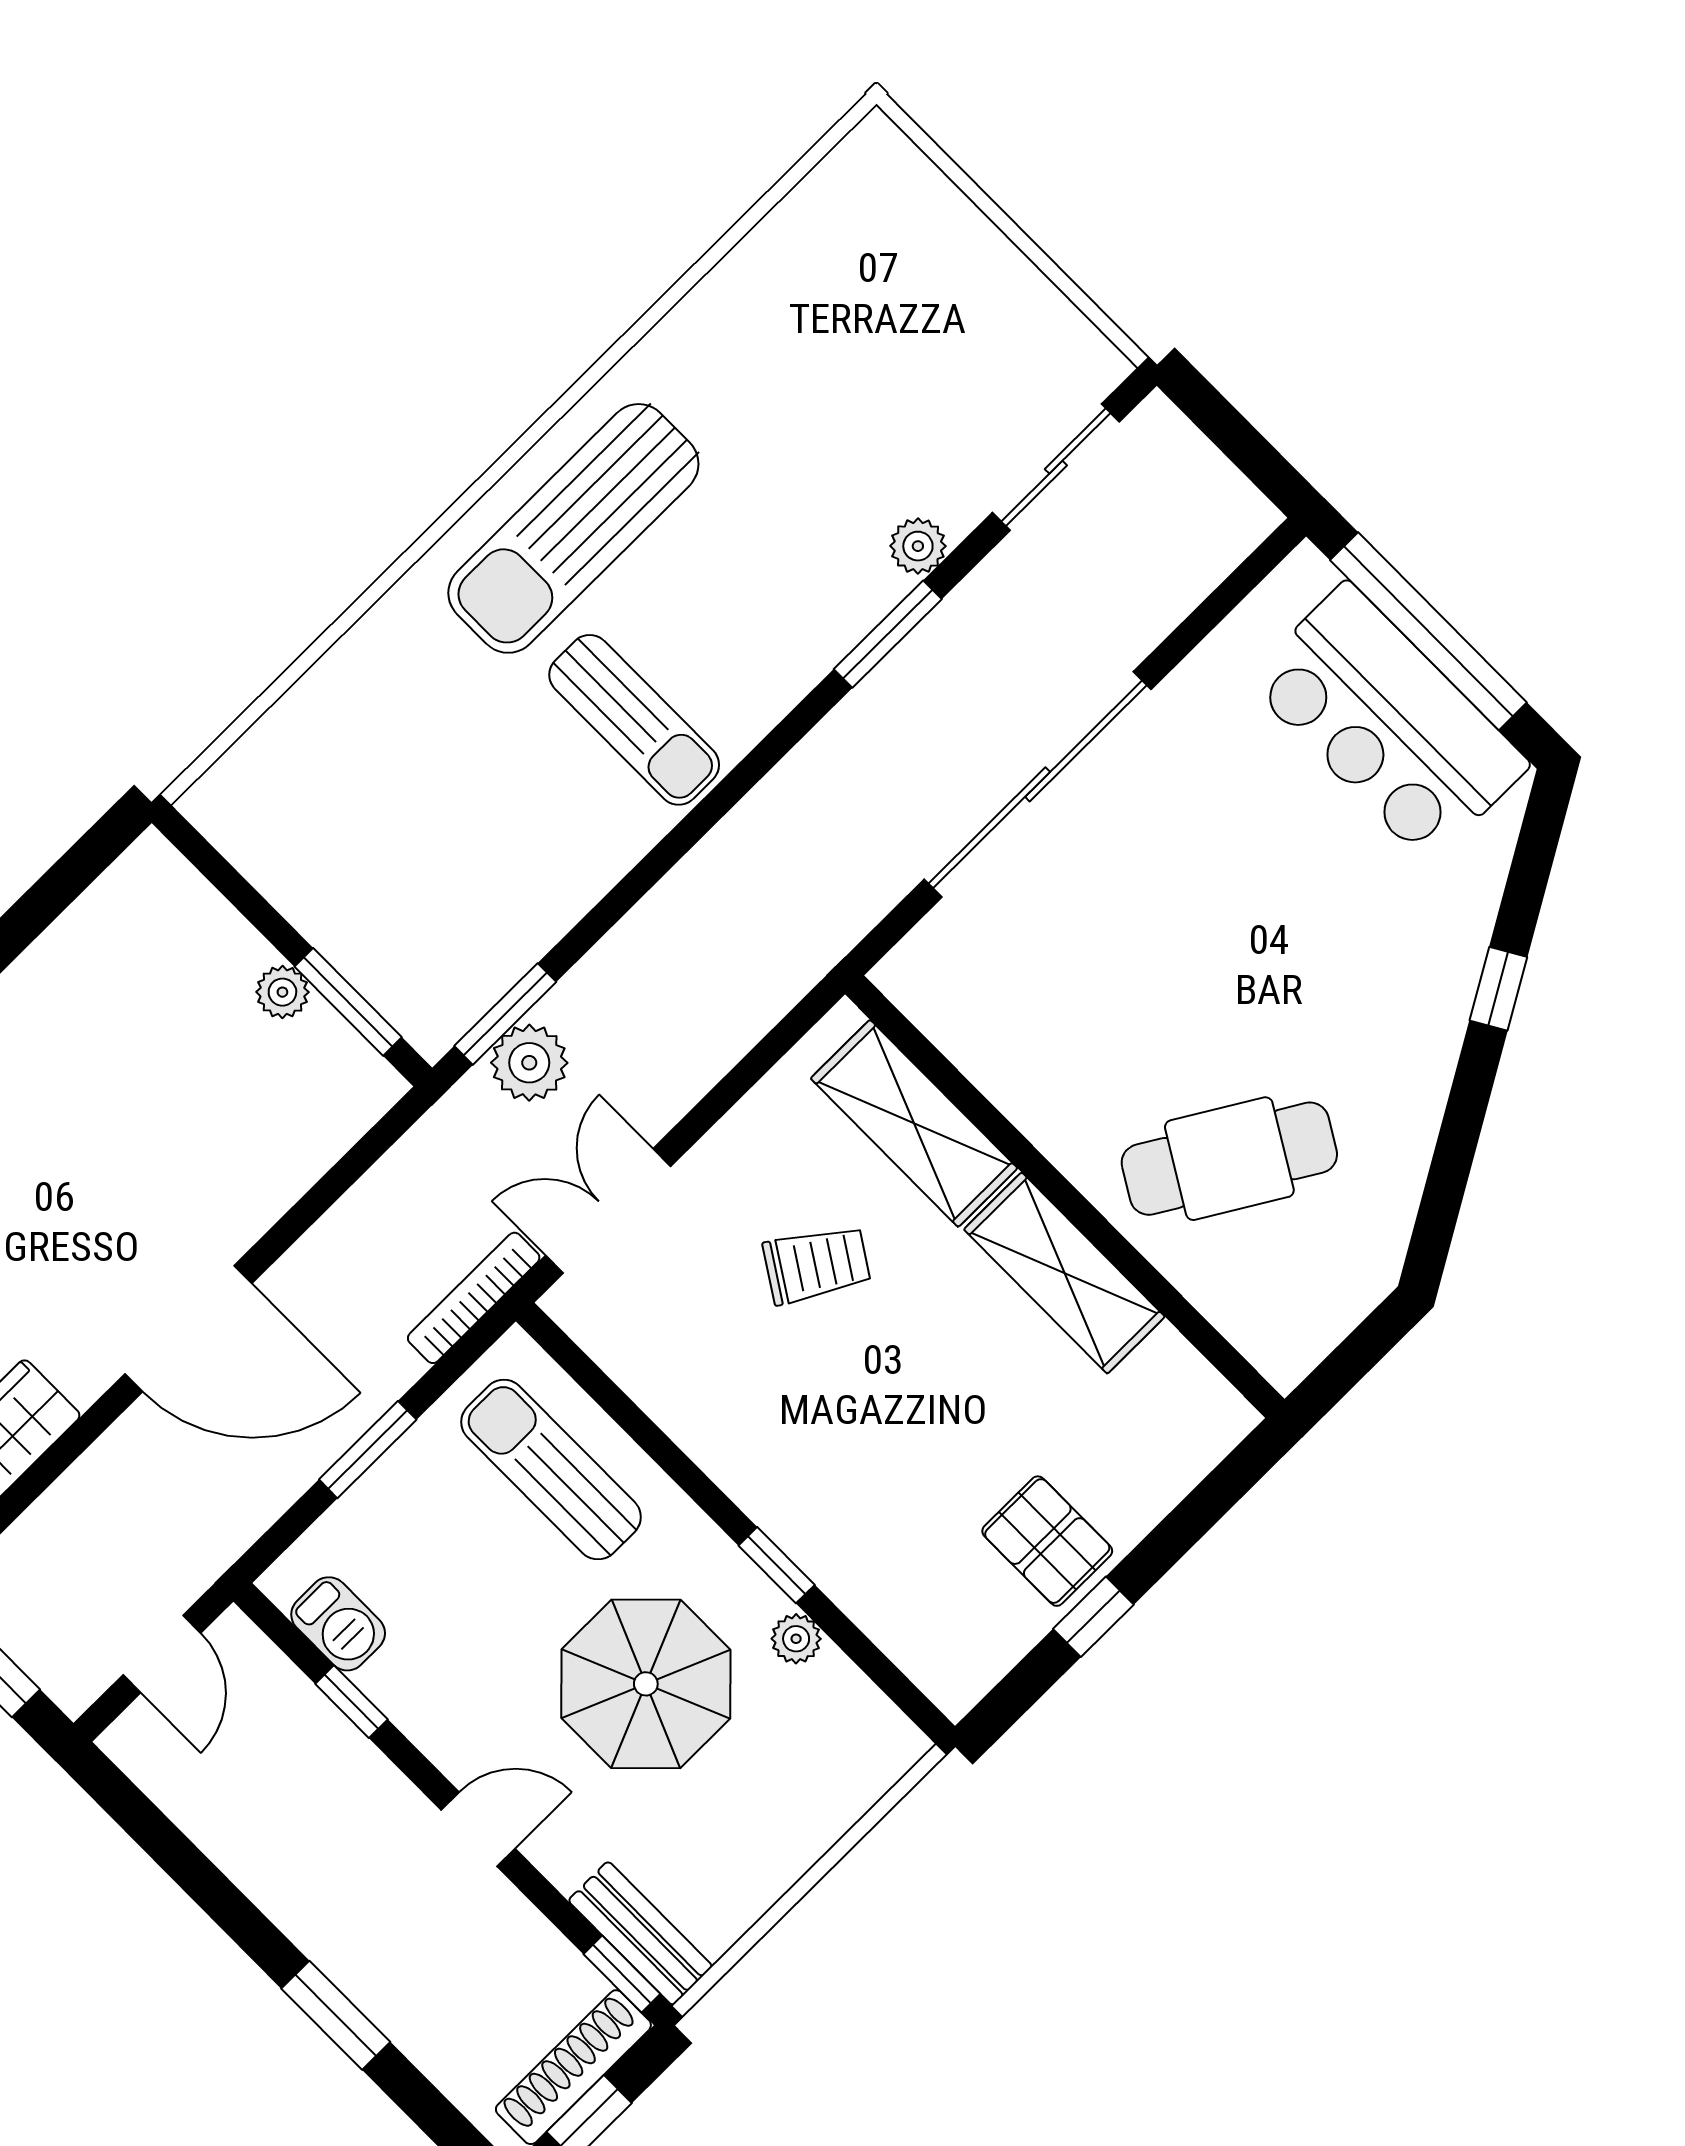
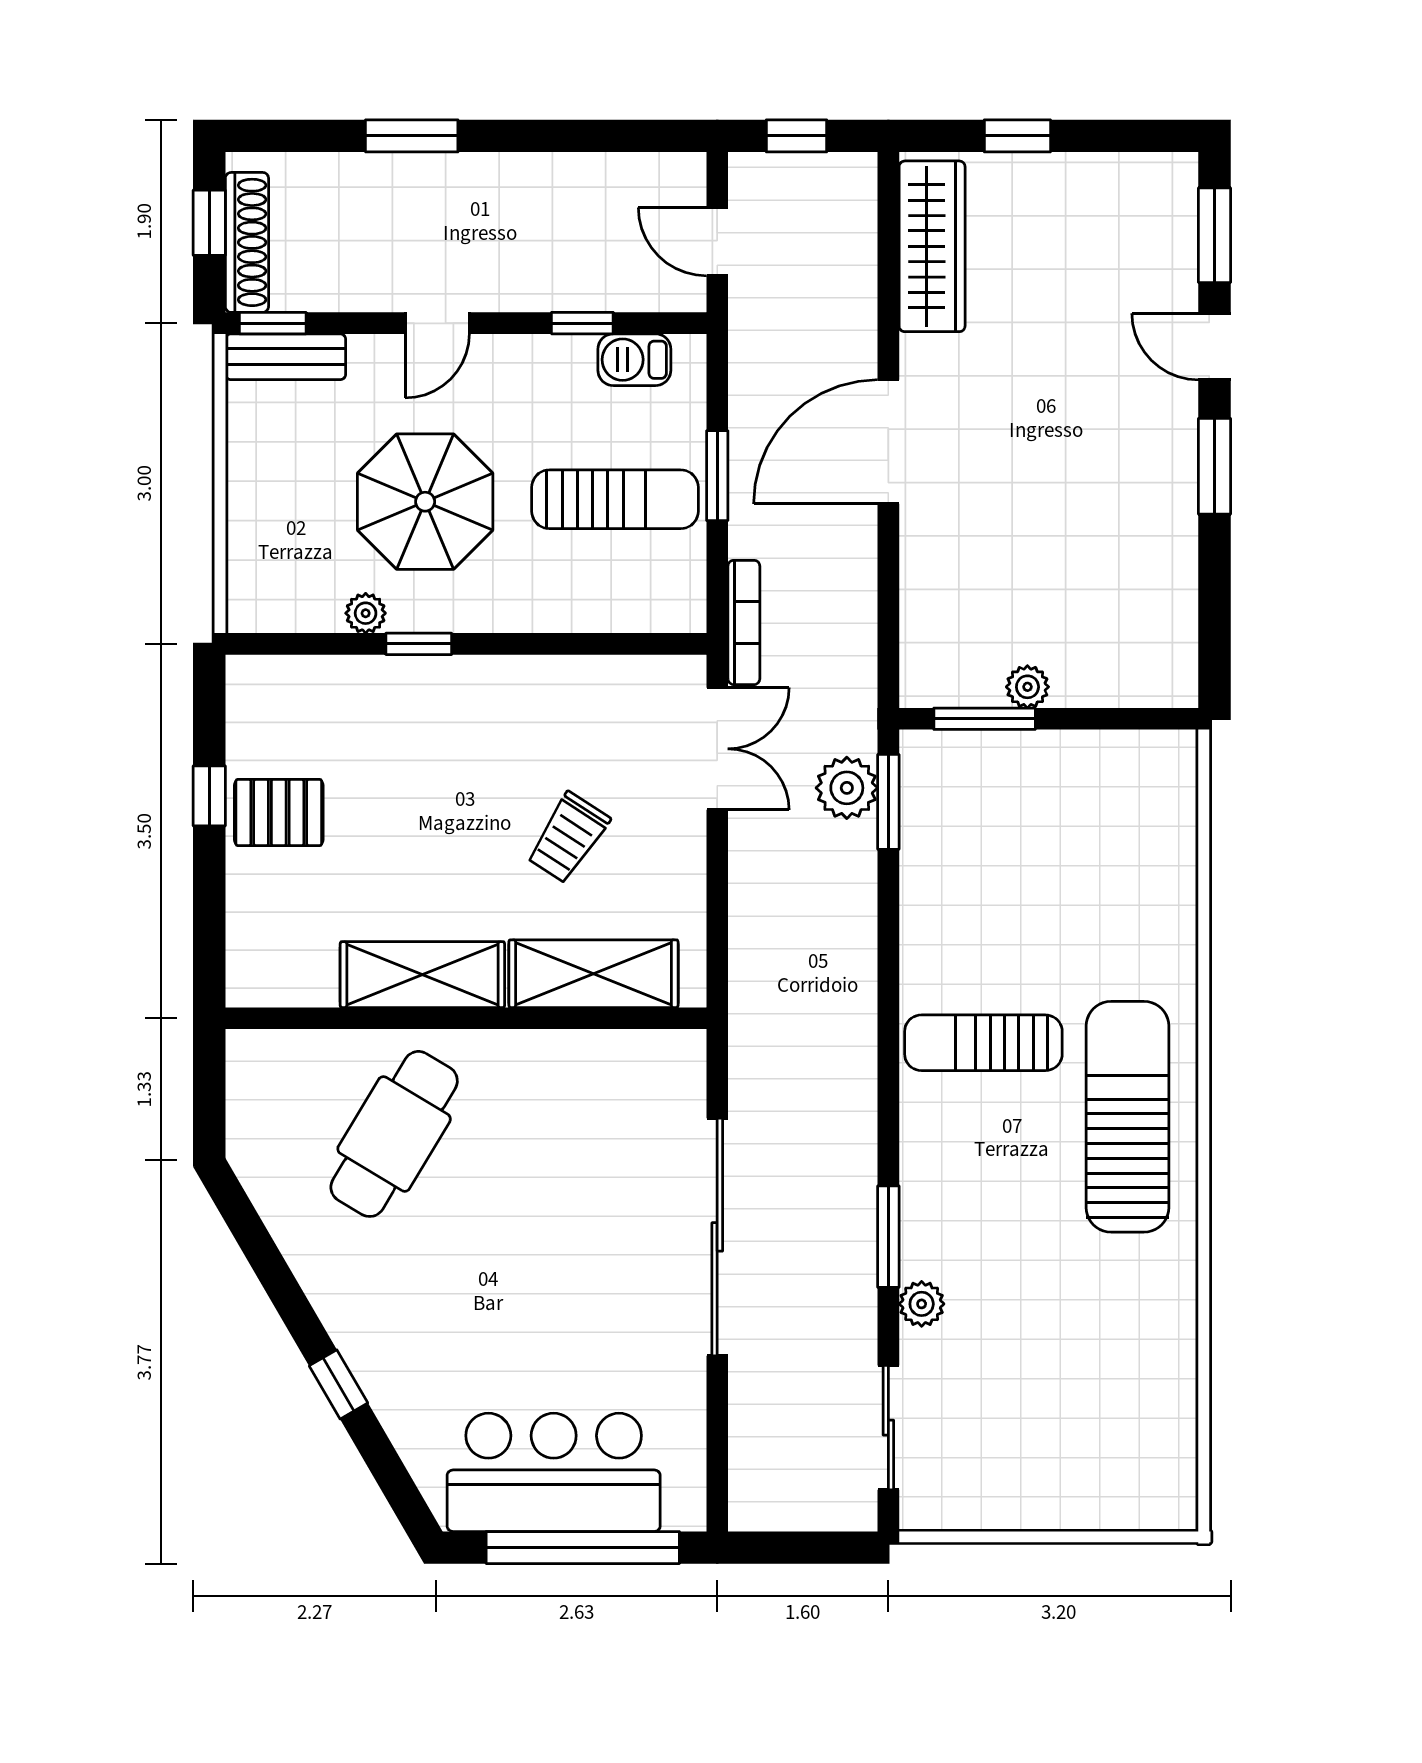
sun lounger: (551, 1470) -> (615, 499), moved

